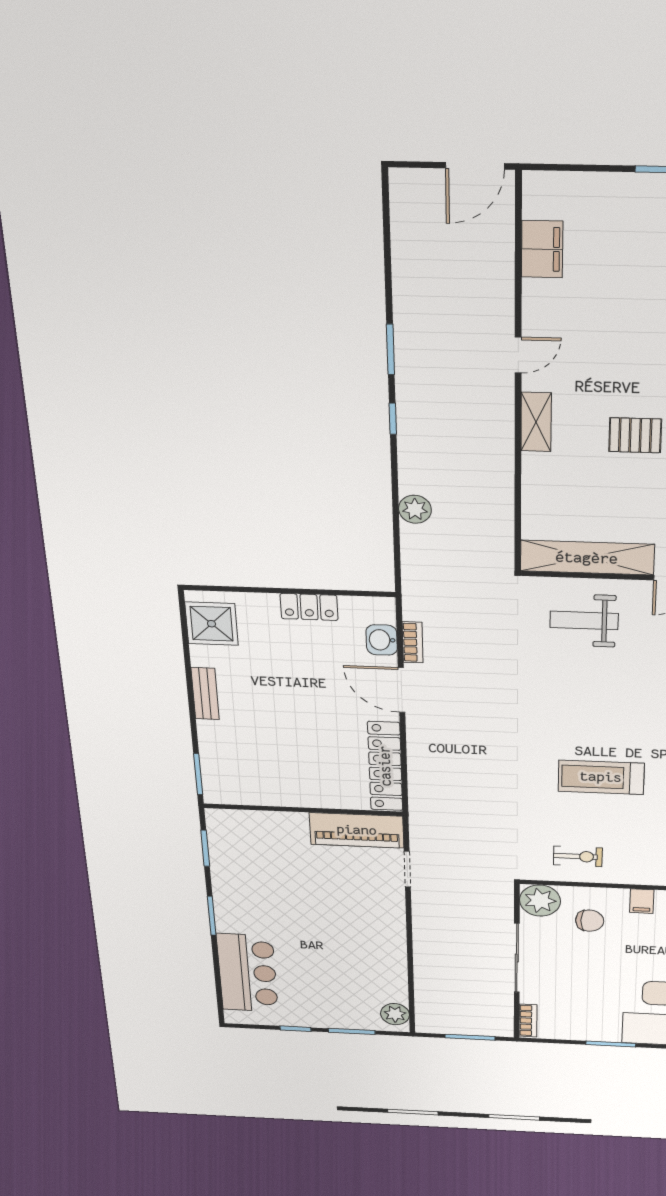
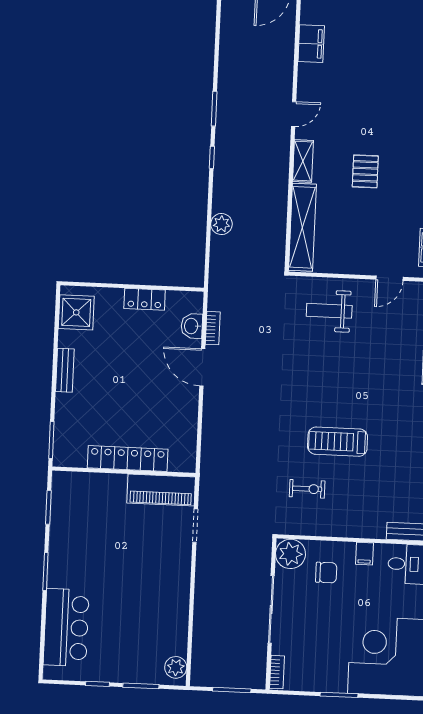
pallet: (635, 435) -> (365, 171), turned 90
shelving: (587, 558) -> (302, 227), moved, turned 90
locker: (385, 766) -> (128, 459), moved, turned 90
exercise bike: (578, 856) -> (307, 489), moved

